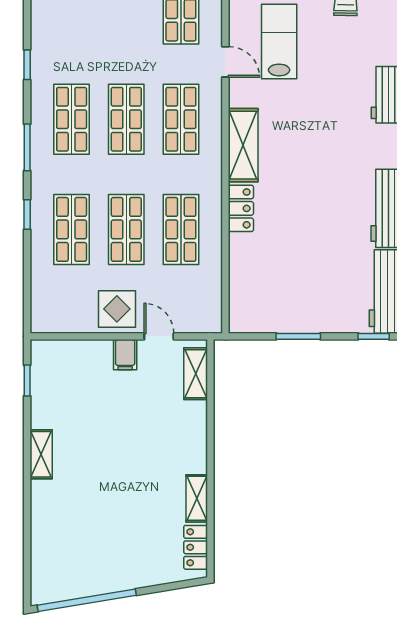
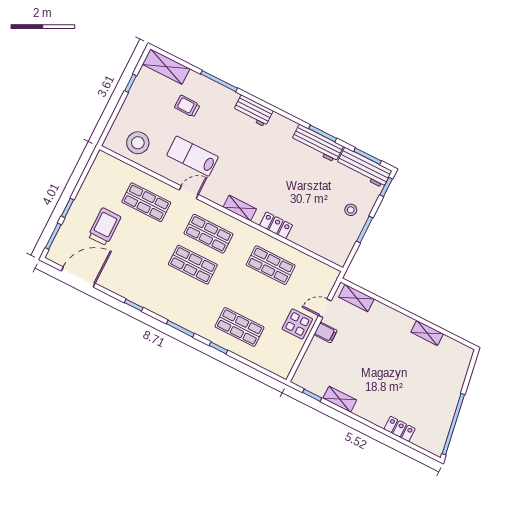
shop shelf: (72, 119) -> (177, 296), removed
shelving: (243, 145) -> (240, 208), width x0.67, depth x0.75
shop shelf: (126, 229) -> (255, 296), removed
stool: (316, 303) -> (351, 210), added
shelving: (41, 454) -> (340, 399), moved
locker: (196, 547) -> (400, 429), moved, turned 180

